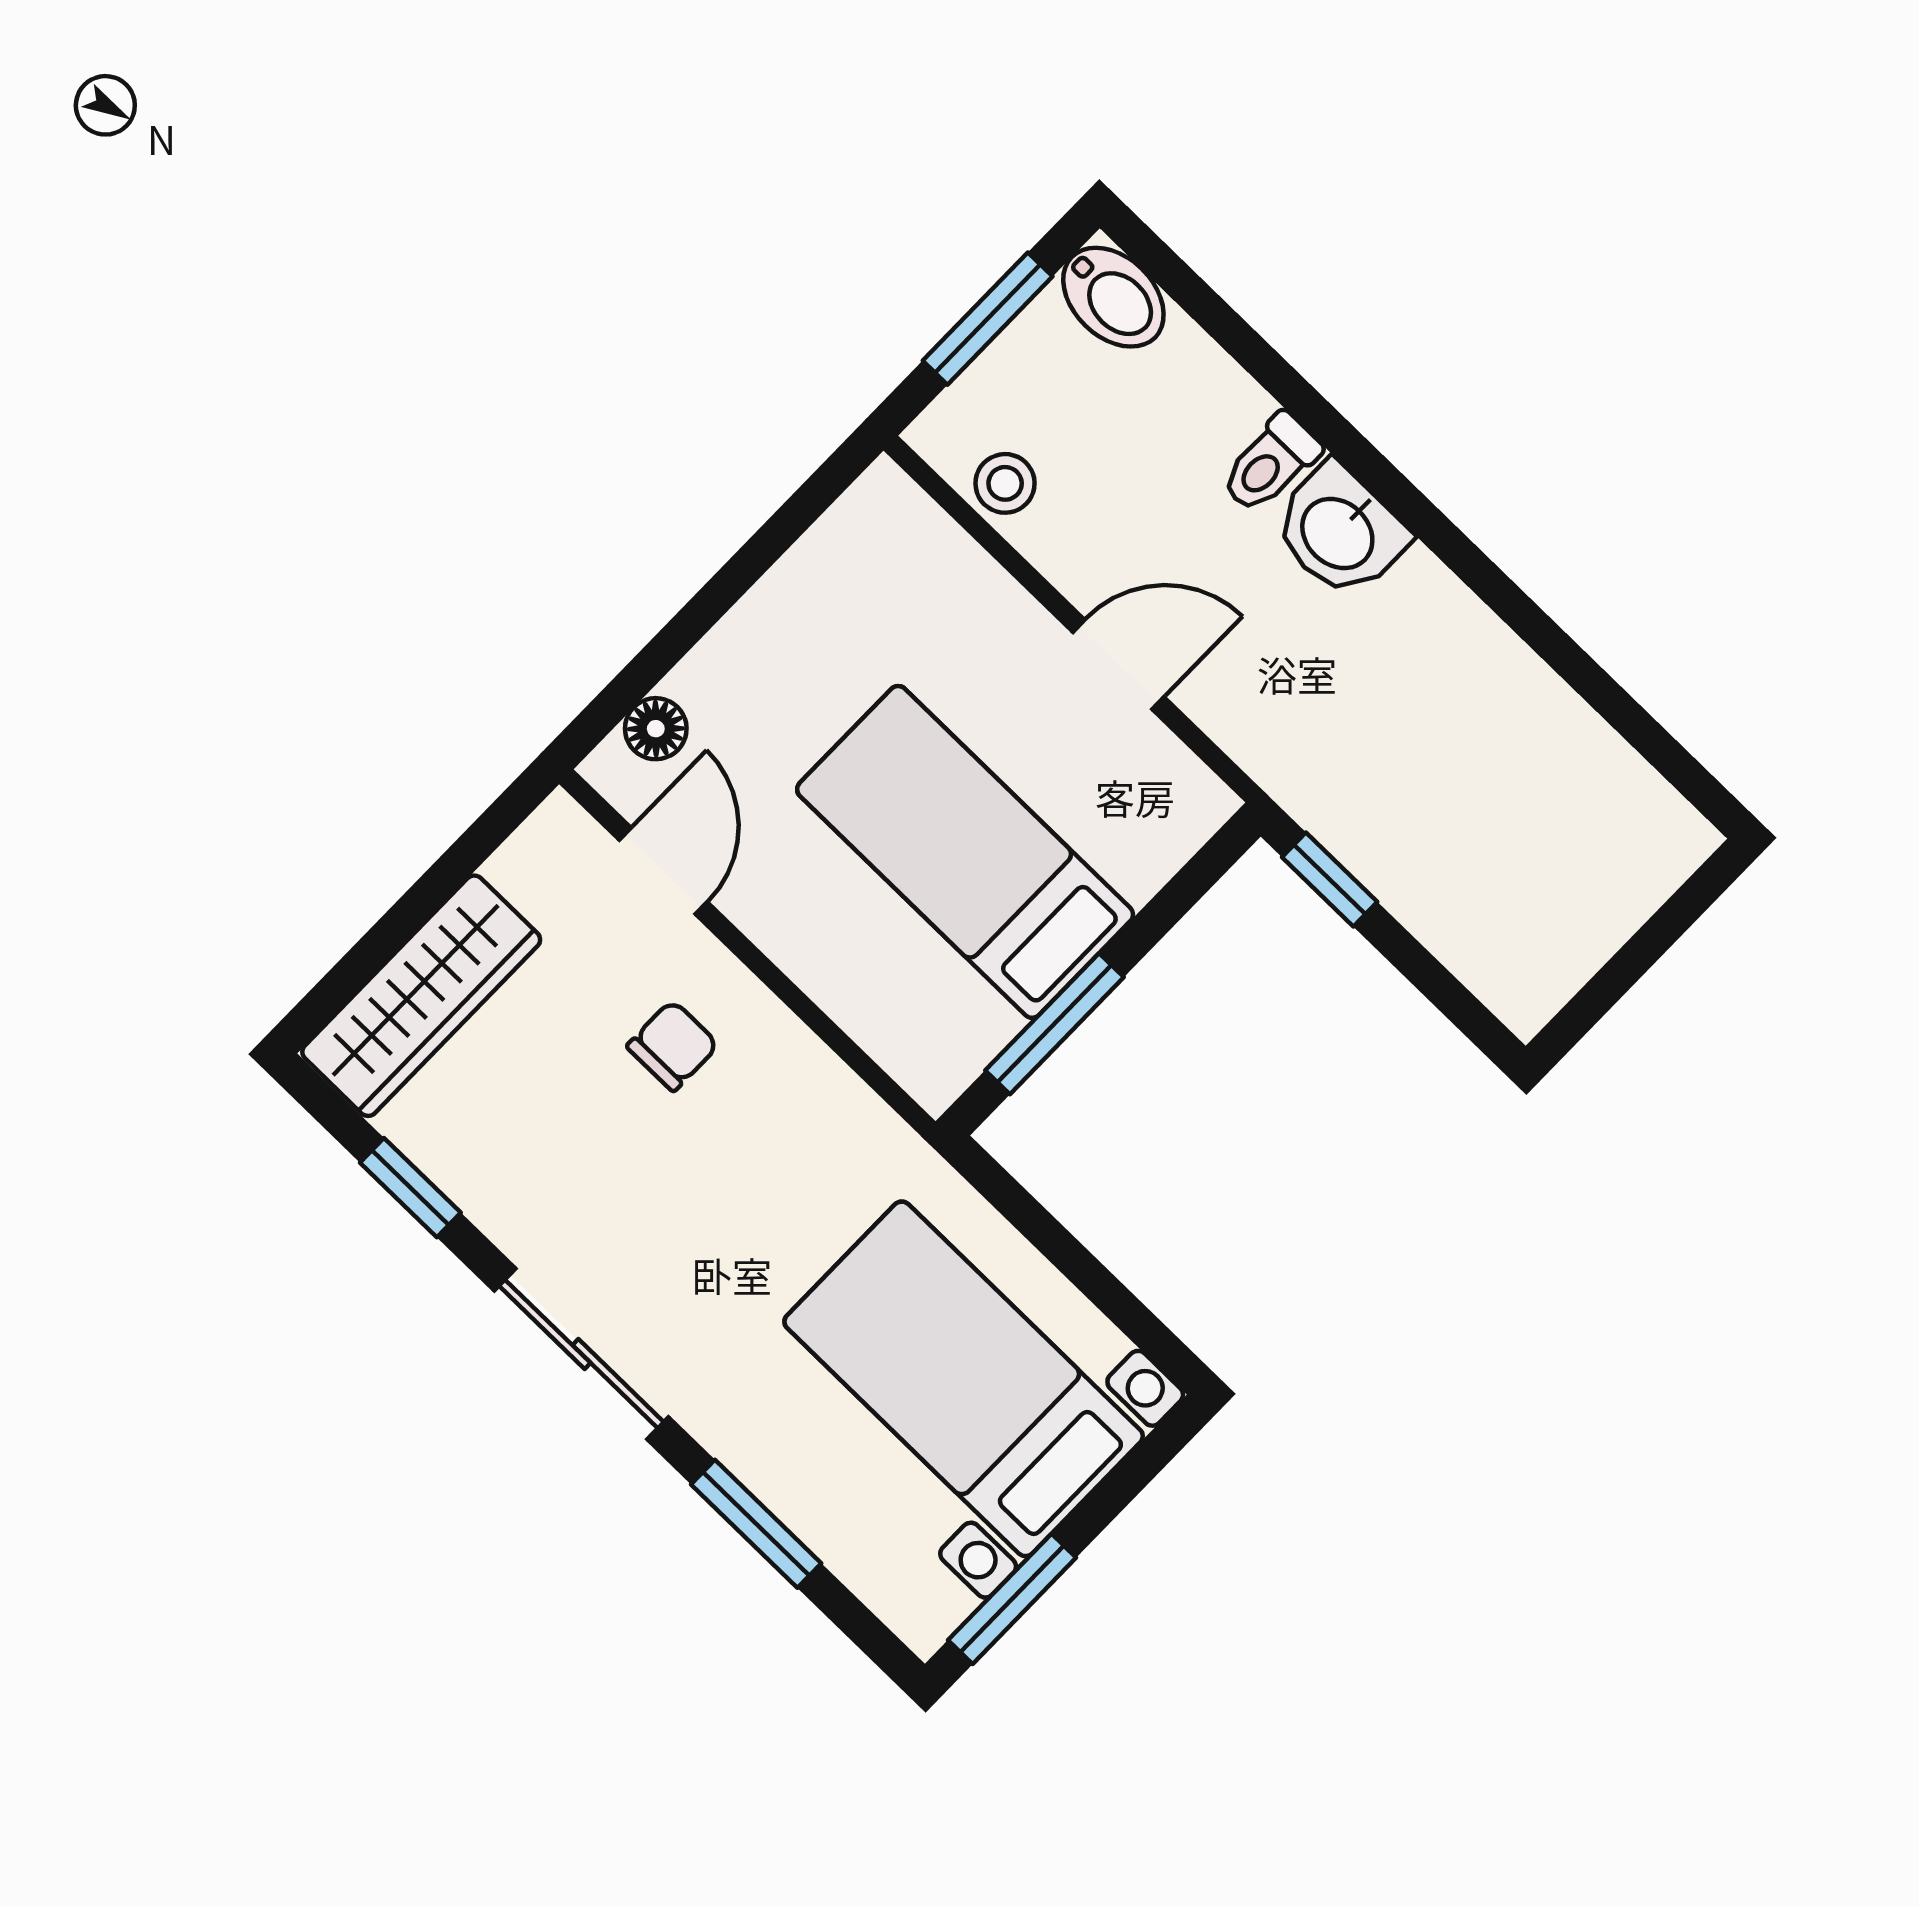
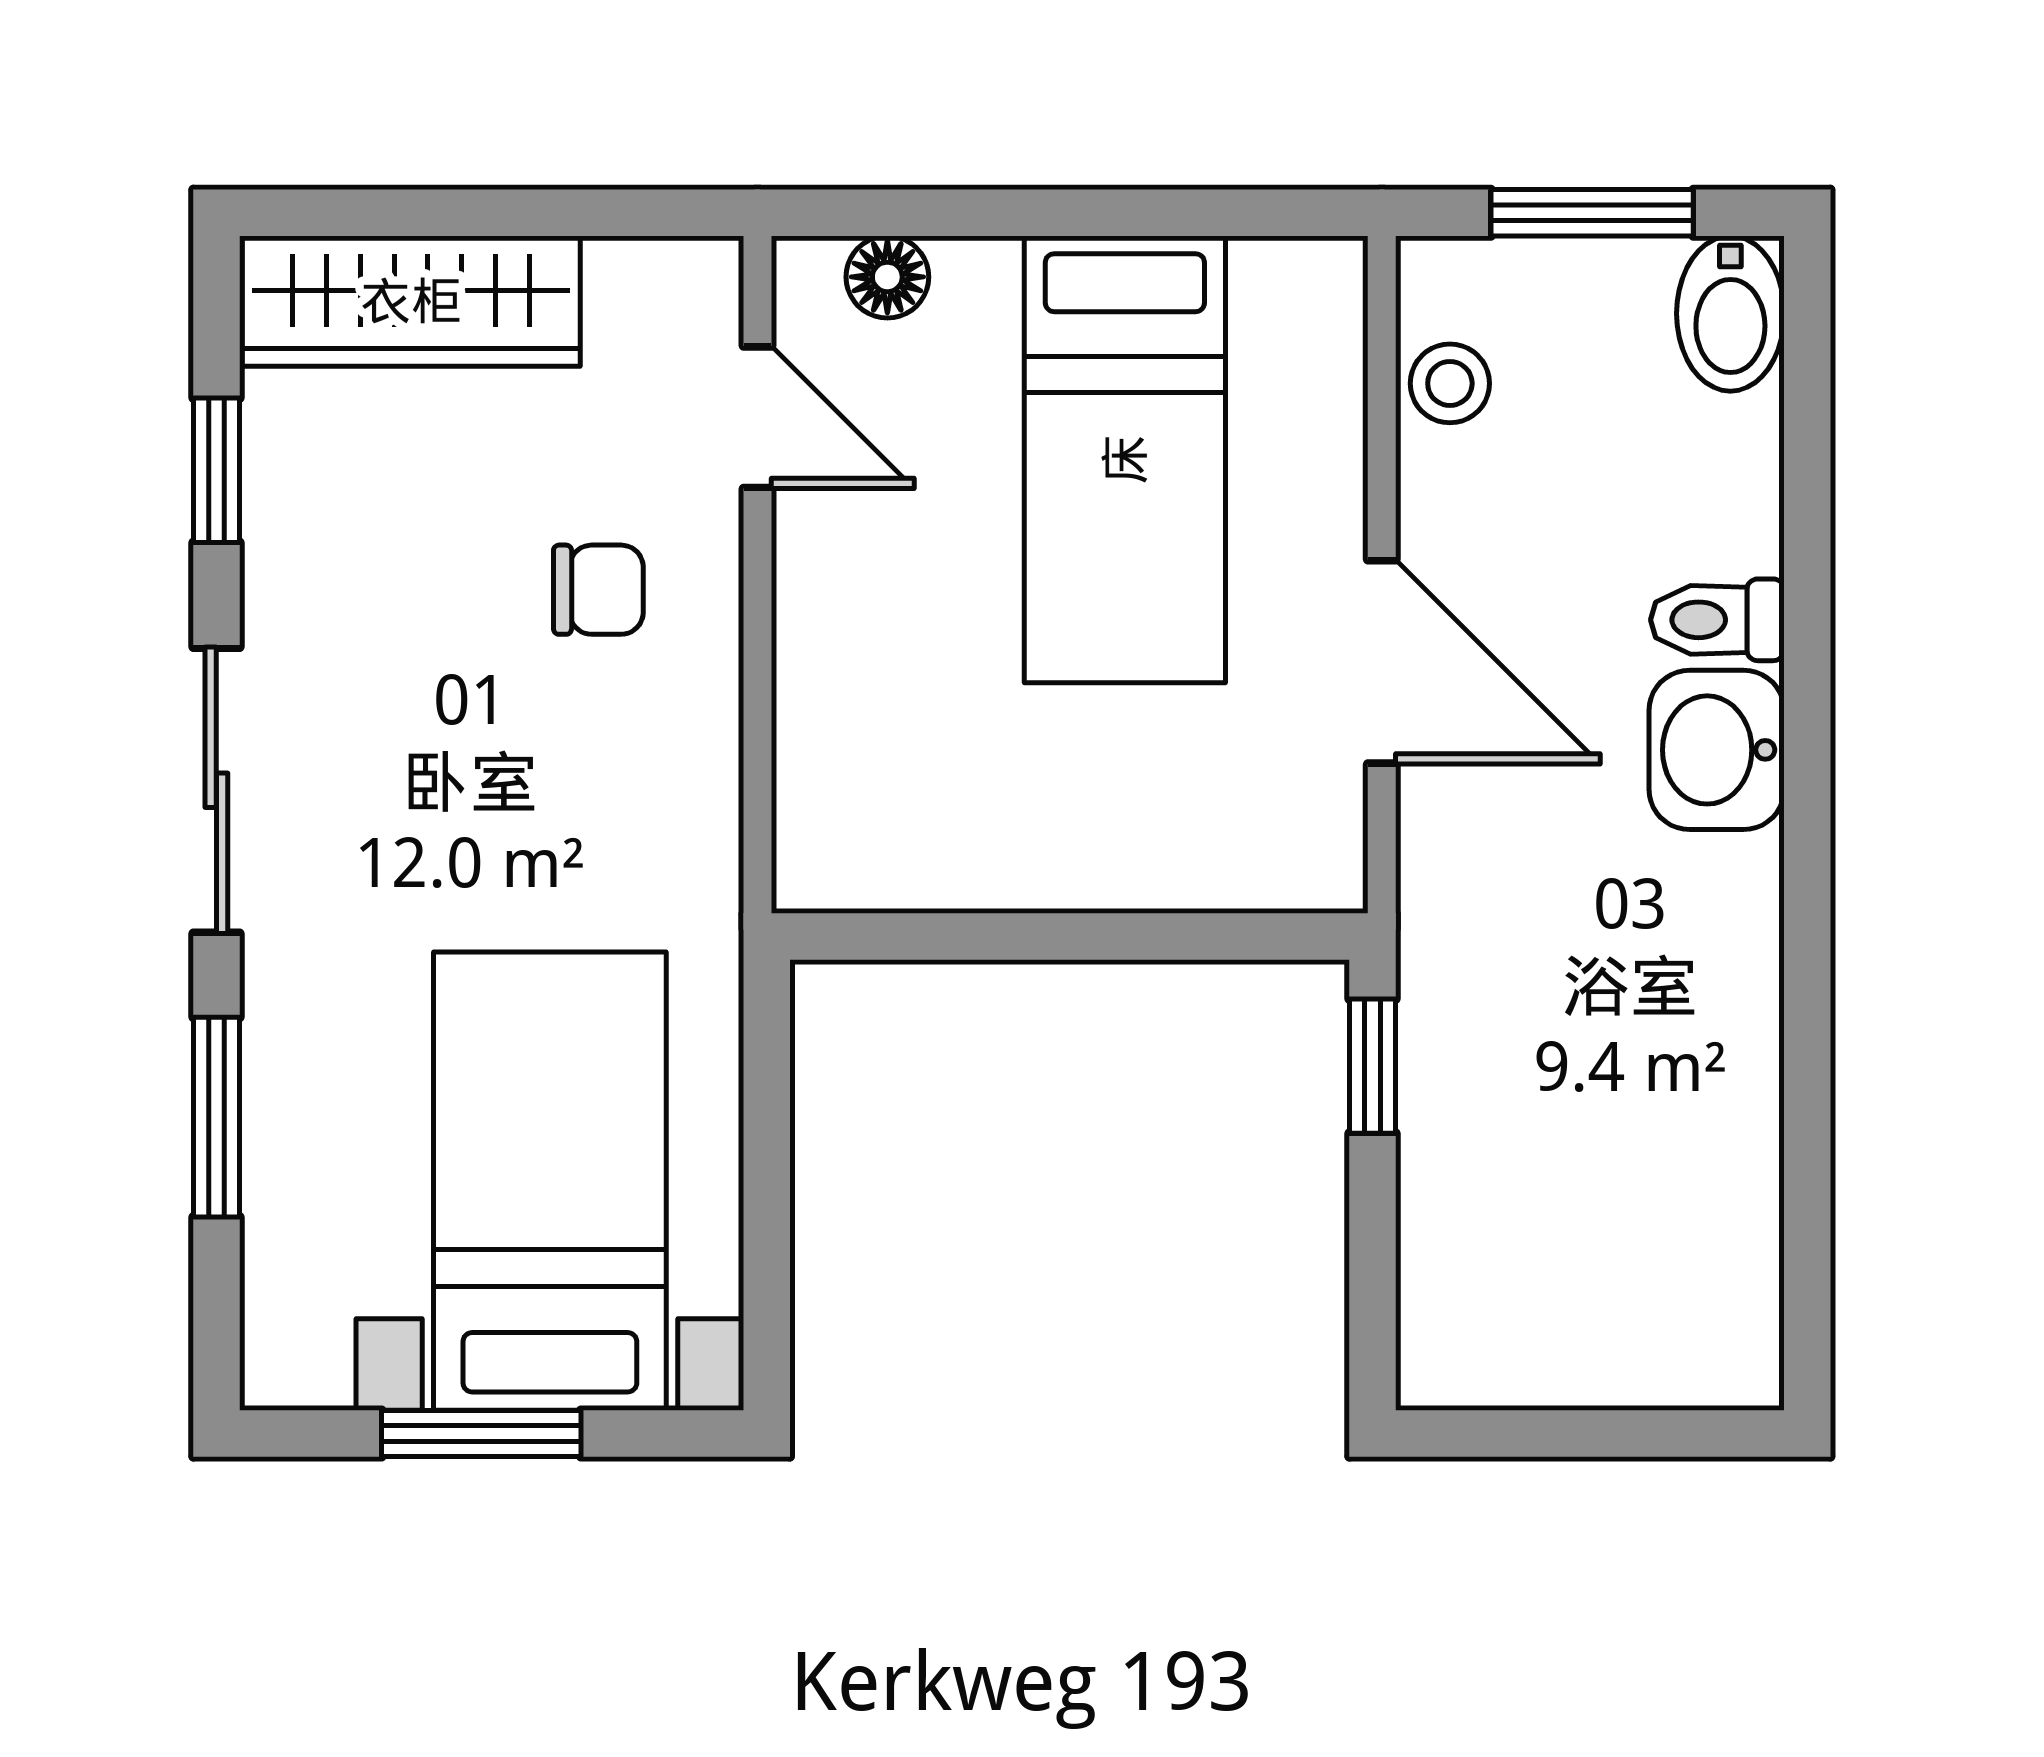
door: (1118, 664) -> (1382, 662), width x1.38
bed: (965, 852) -> (1125, 459), moved, turned 180
door: (663, 871) -> (757, 417), hinge flipped
window: (1054, 1024) -> (976, 936), removed
window: (1012, 1599) -> (481, 1434), moved

